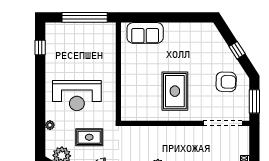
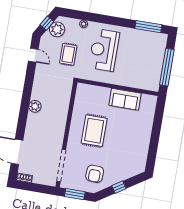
sofa: (145, 33) -> (125, 99), moved, turned -90
window: (40, 48) -> (148, 27), width x2.17
rug: (175, 91) -> (94, 131), turned 90

